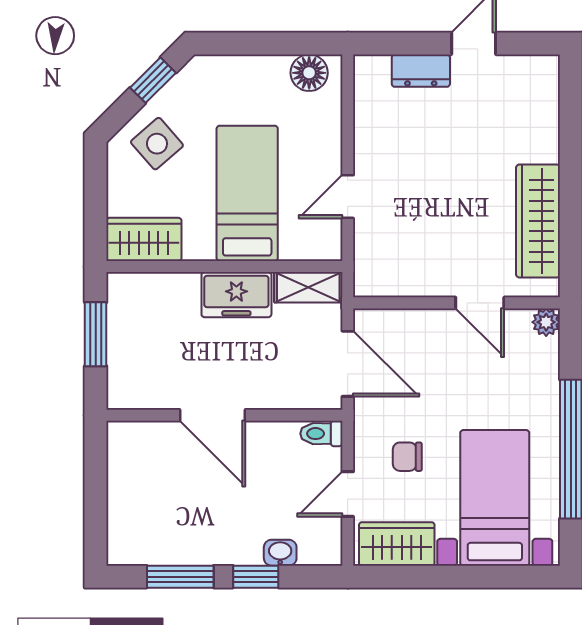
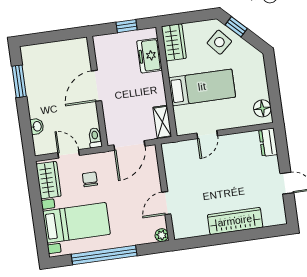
dresser: (421, 71) -> (268, 142), moved
window: (153, 80) -> (236, 27), moved
door: (348, 197) -> (207, 135), swing flipped
wardrobe: (538, 221) -> (235, 221), moved
freezer: (236, 295) -> (150, 56), moved
window: (96, 334) -> (127, 26), width x0.67
window: (256, 577) -> (24, 117), removed

